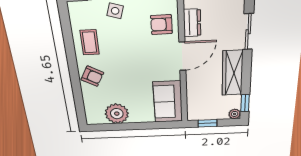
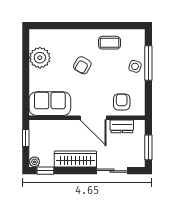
armchair: (92, 76) -> (82, 65), moved

